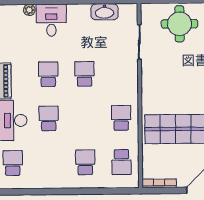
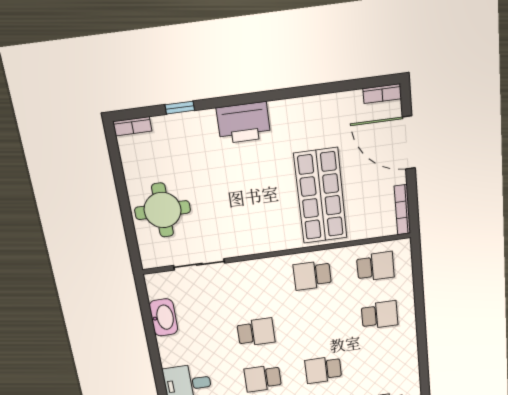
school desk: (84, 74) -> (256, 332), turned 180
school desk: (85, 162) -> (380, 315), turned 180

